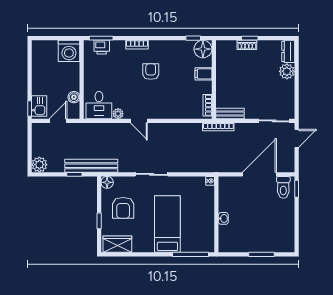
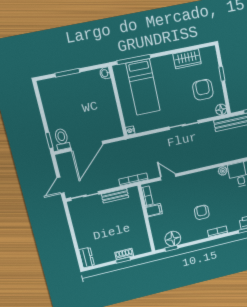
floor lamp: (203, 49) -> (173, 239), moved
plant: (287, 71) -> (84, 241), removed
armchair: (151, 72) -> (202, 212), turned 180
filing cabinet: (203, 74) -> (154, 210), moved
bench: (230, 113) -> (115, 196), moved
door: (139, 121) -> (168, 177), moved
washbasin: (223, 218) -> (105, 73), moved
bed: (167, 224) -> (143, 87), moved
wardrobe: (117, 244) -> (187, 59), moved

